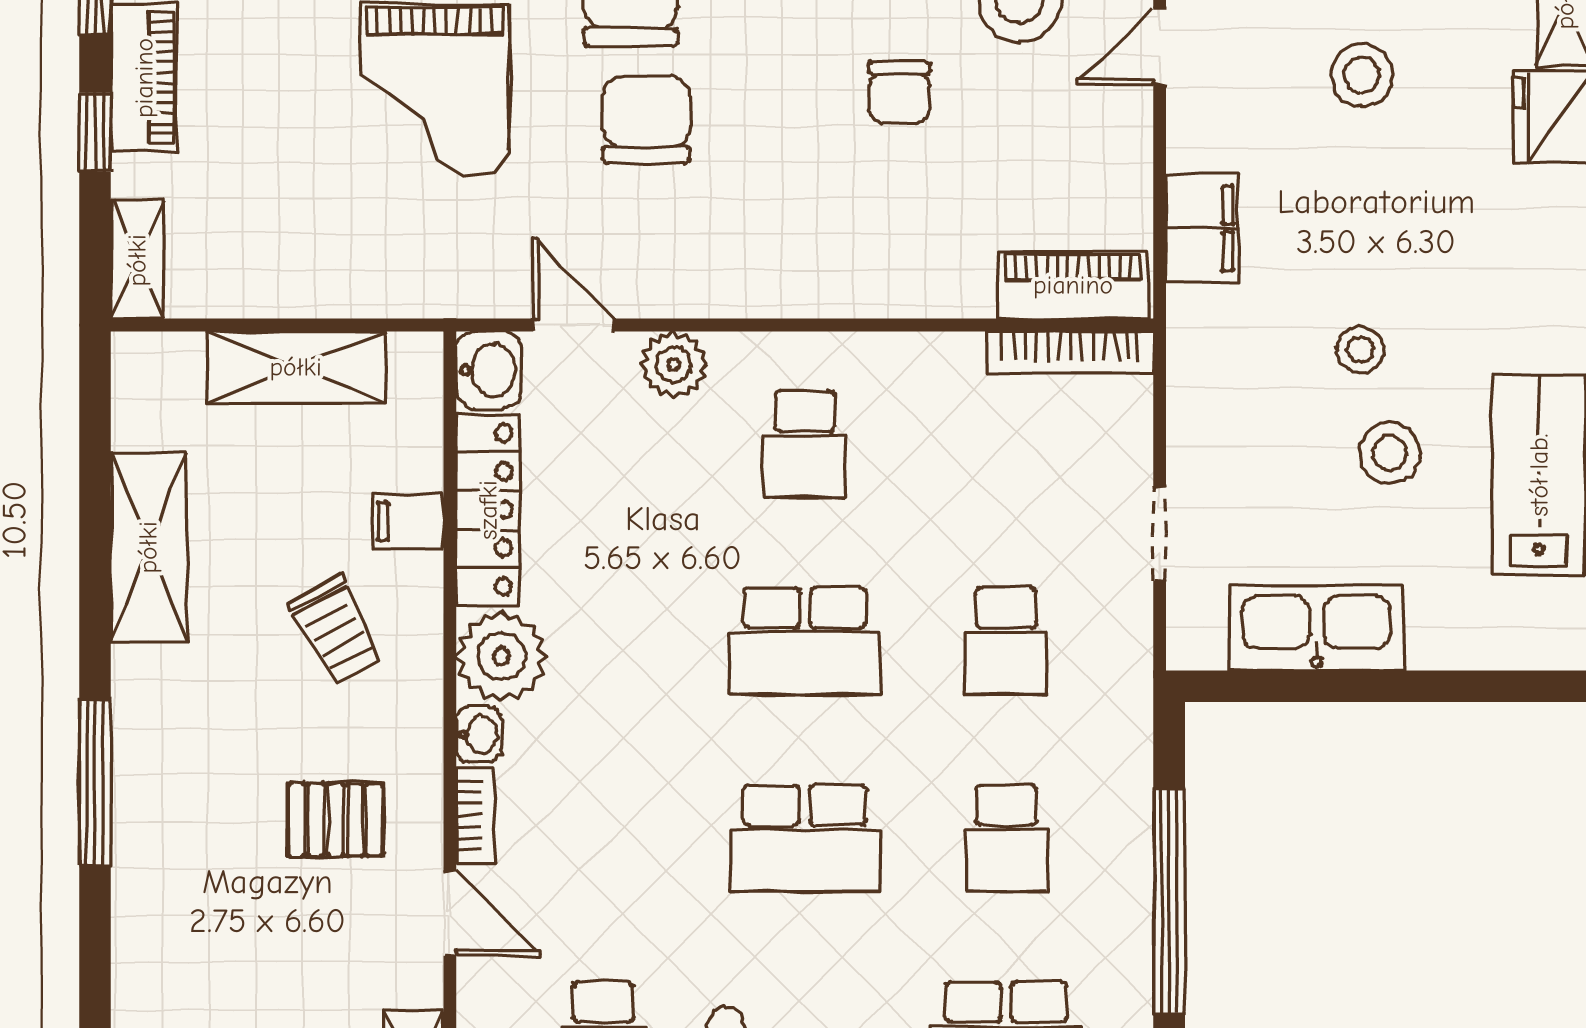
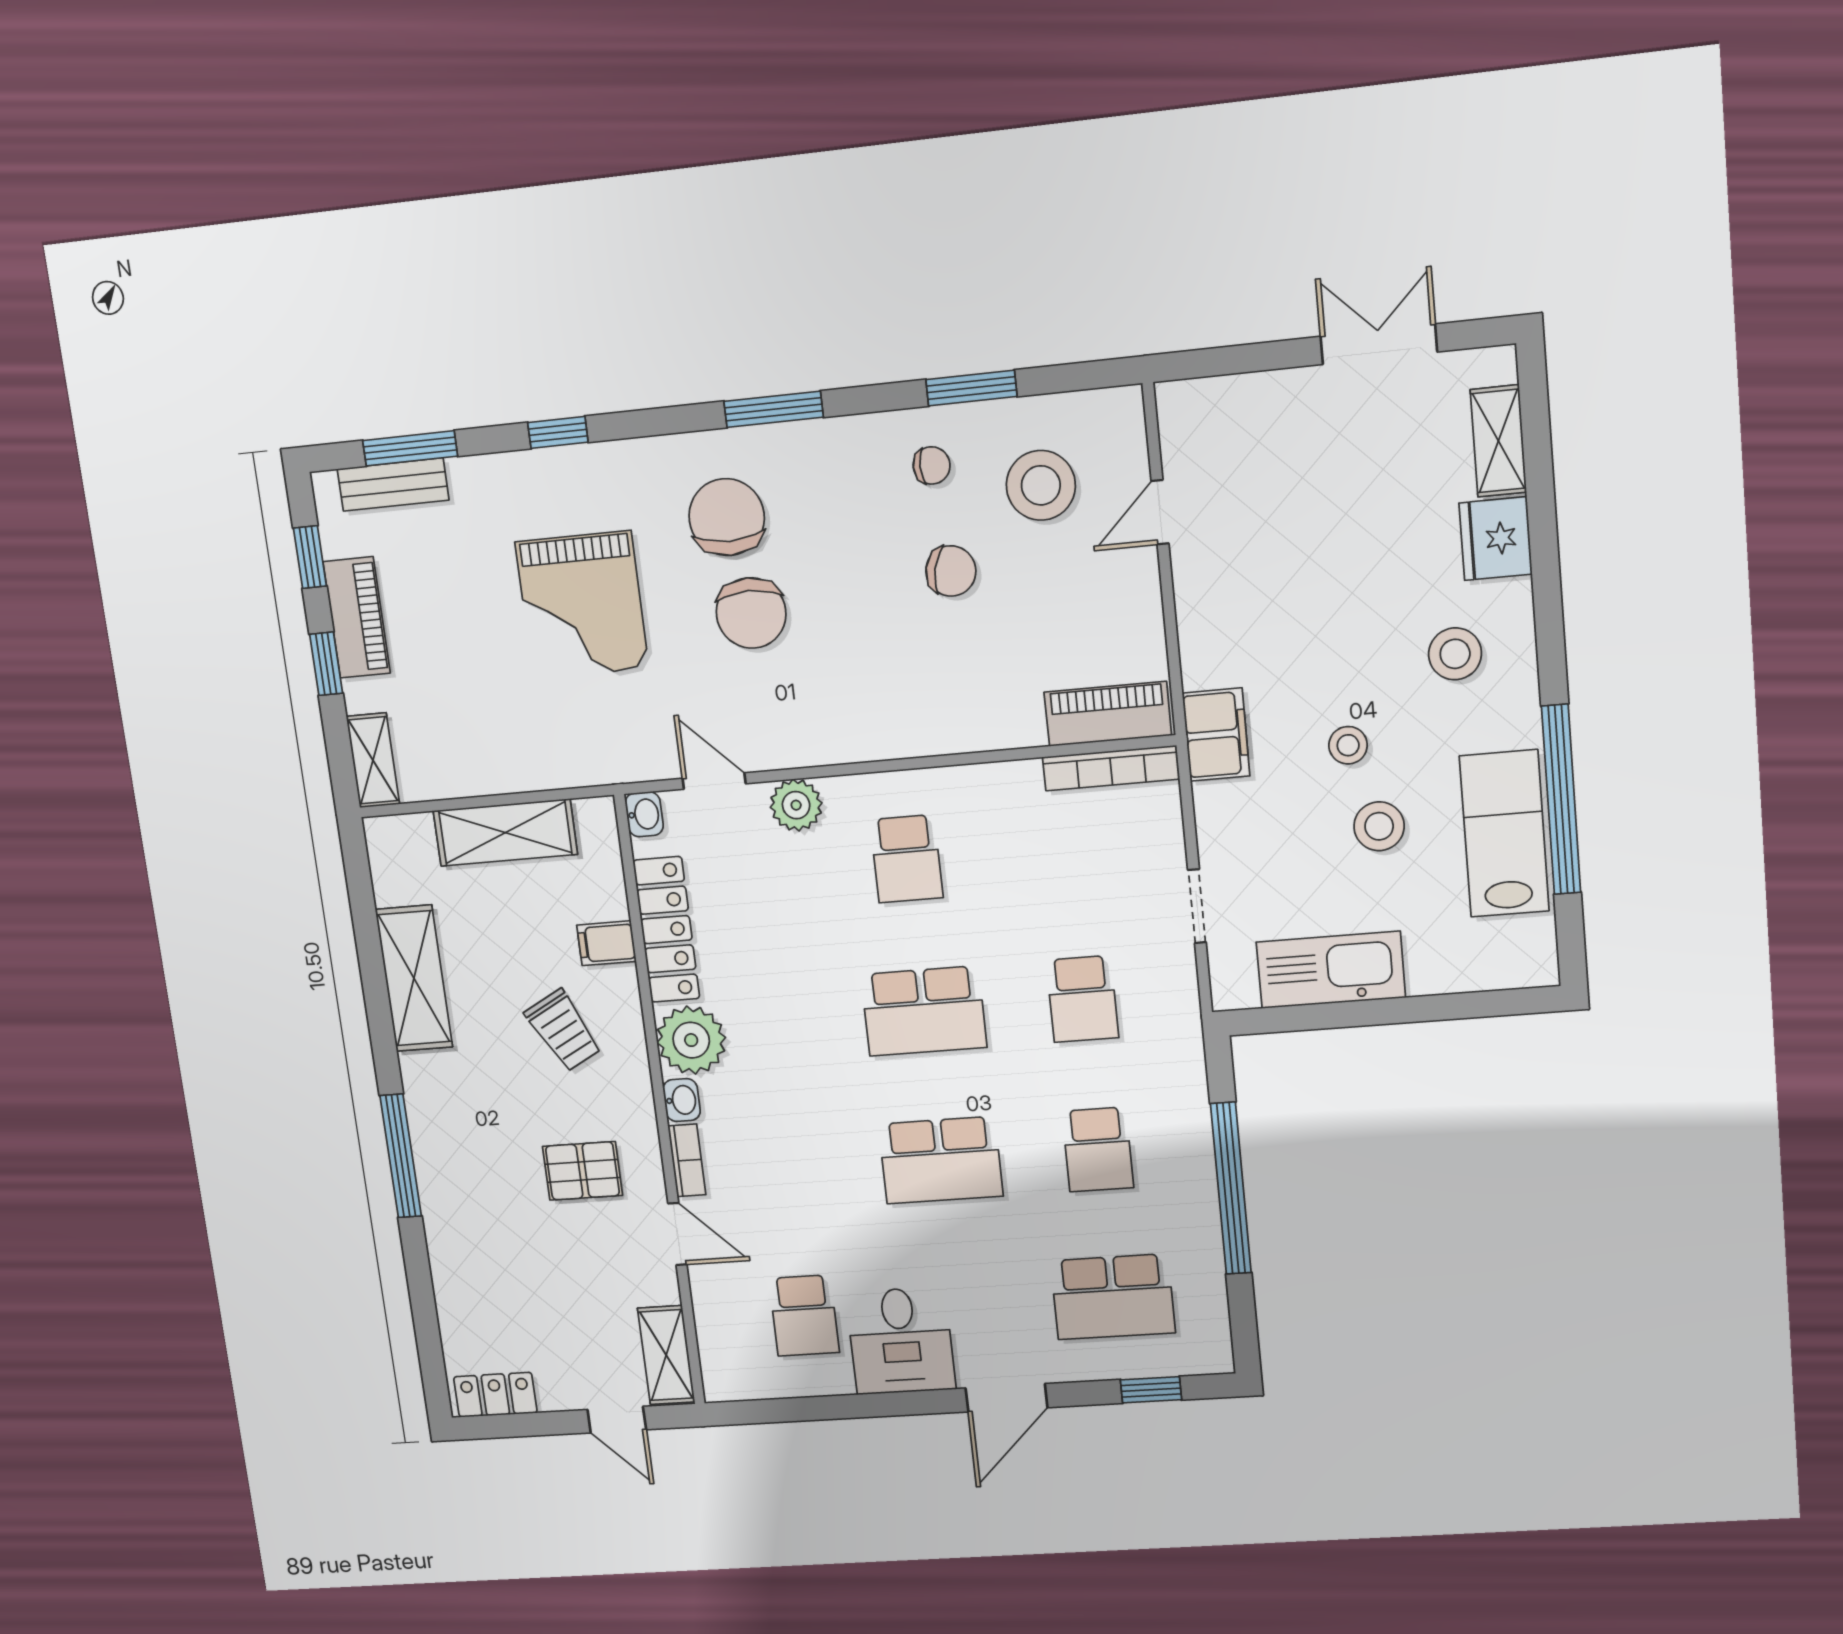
stool: (1362, 75) -> (1455, 654), moved
chair: (899, 92) -> (951, 571), turned -77
chair: (646, 120) -> (751, 613), turned 180
filing cabinet: (1202, 228) -> (1216, 735), moved
washbasin: (489, 370) -> (644, 814), width x0.72, depth x0.69

